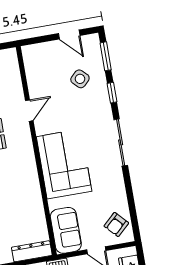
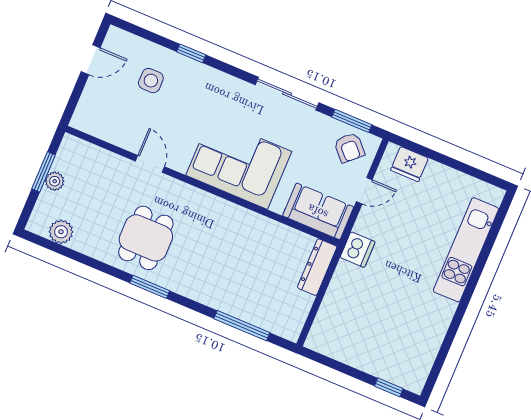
window: (106, 56) -> (352, 121), moved
side table: (80, 79) -> (151, 81), turned 45
sliding door: (121, 142) -> (287, 94), moved

